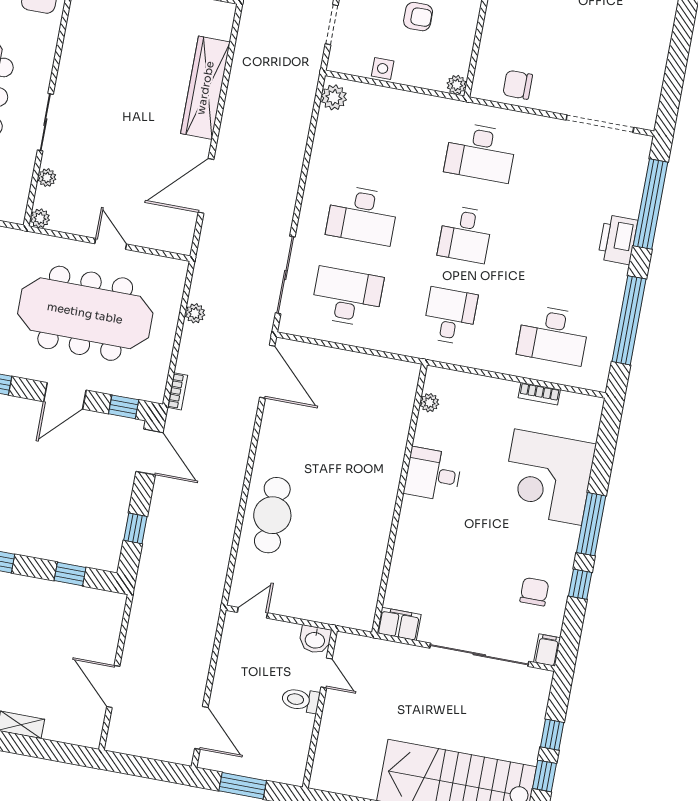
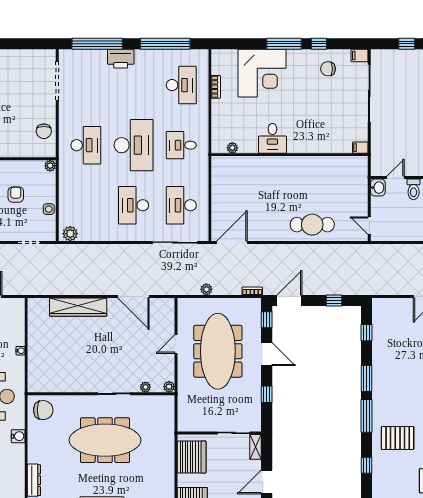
desk: (362, 215) -> (134, 205), turned 180
desk: (465, 234) -> (134, 145), width x1.87, depth x1.30
filing cabinet: (399, 624) -> (360, 148), width x0.50

